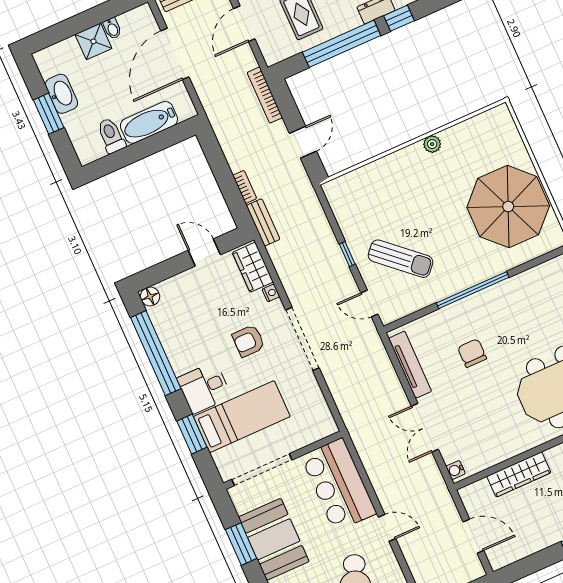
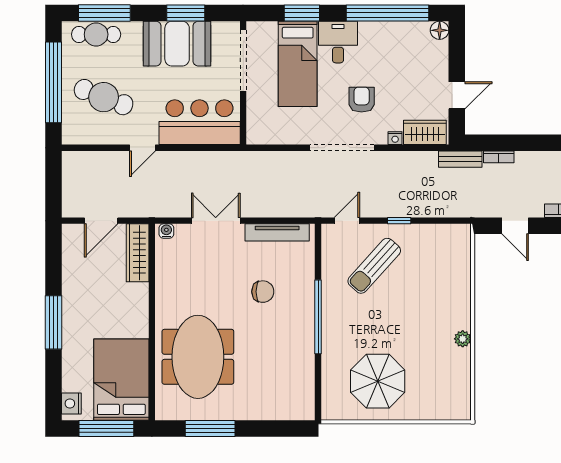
parasol: (508, 207) -> (378, 381), width x0.73, depth x0.73
wardrobe: (519, 474) -> (138, 253), moved

